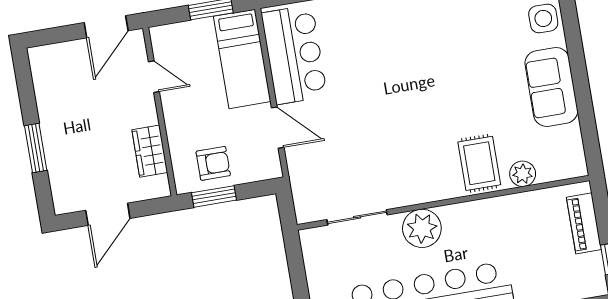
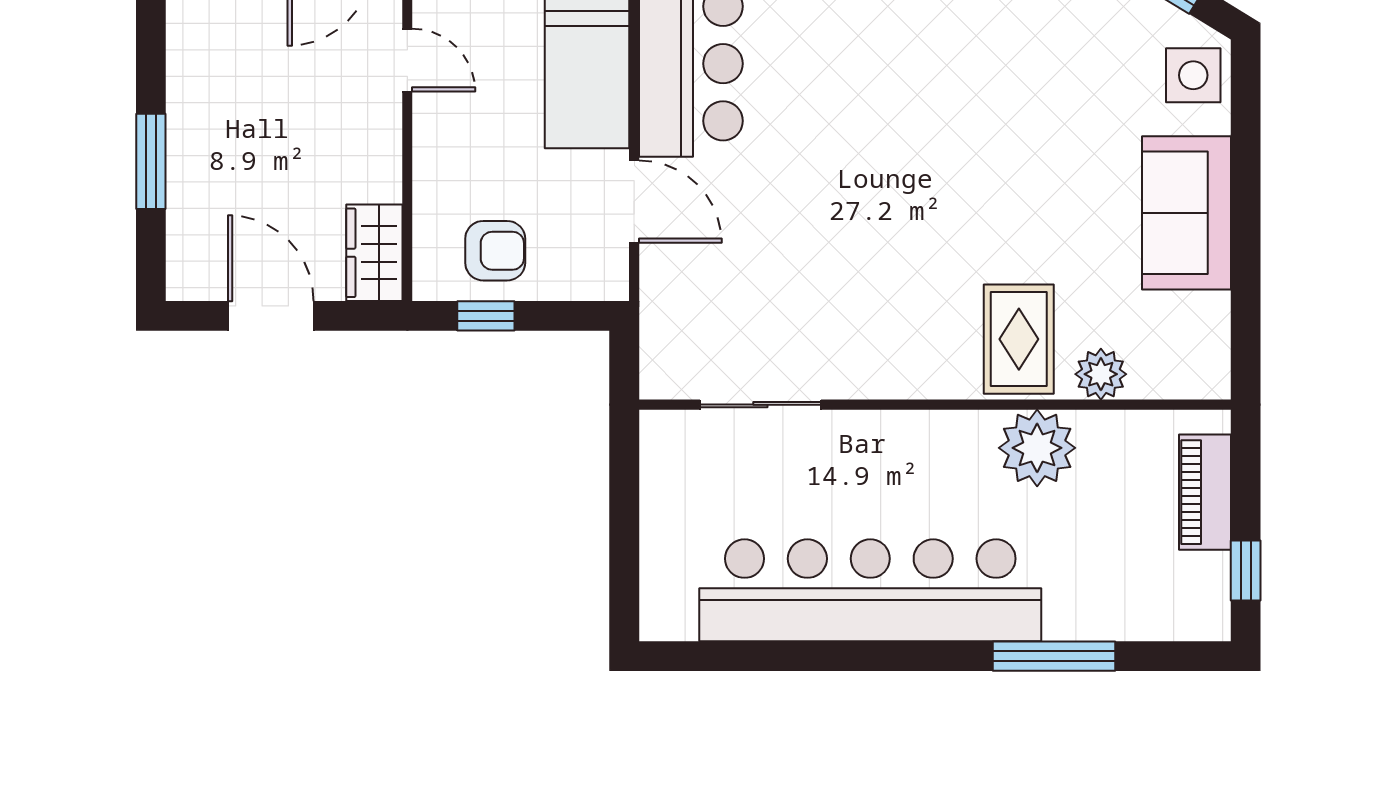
wardrobe: (150, 151) -> (374, 253), moved
window: (214, 196) -> (486, 316), width x0.67
door: (108, 214) -> (271, 316), swing flipped
plant: (422, 228) -> (1037, 448), moved

